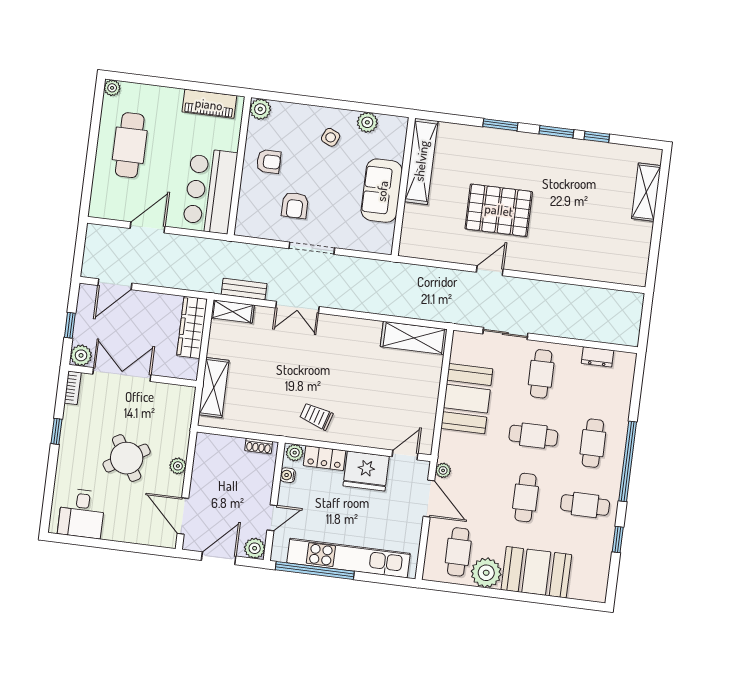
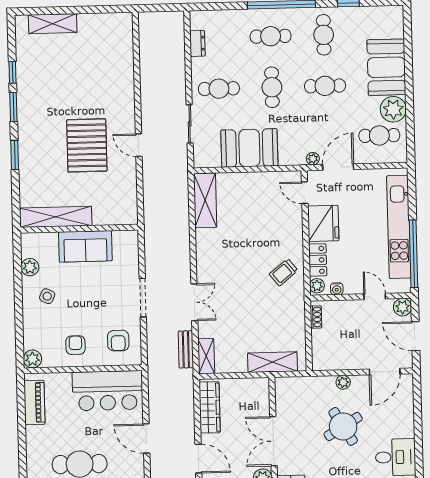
armchair: (295, 205) -> (118, 341), moved, turned 90
wardrobe: (192, 327) -> (210, 407), moved, turned -90
trolley: (316, 416) -> (283, 272), turned 34

